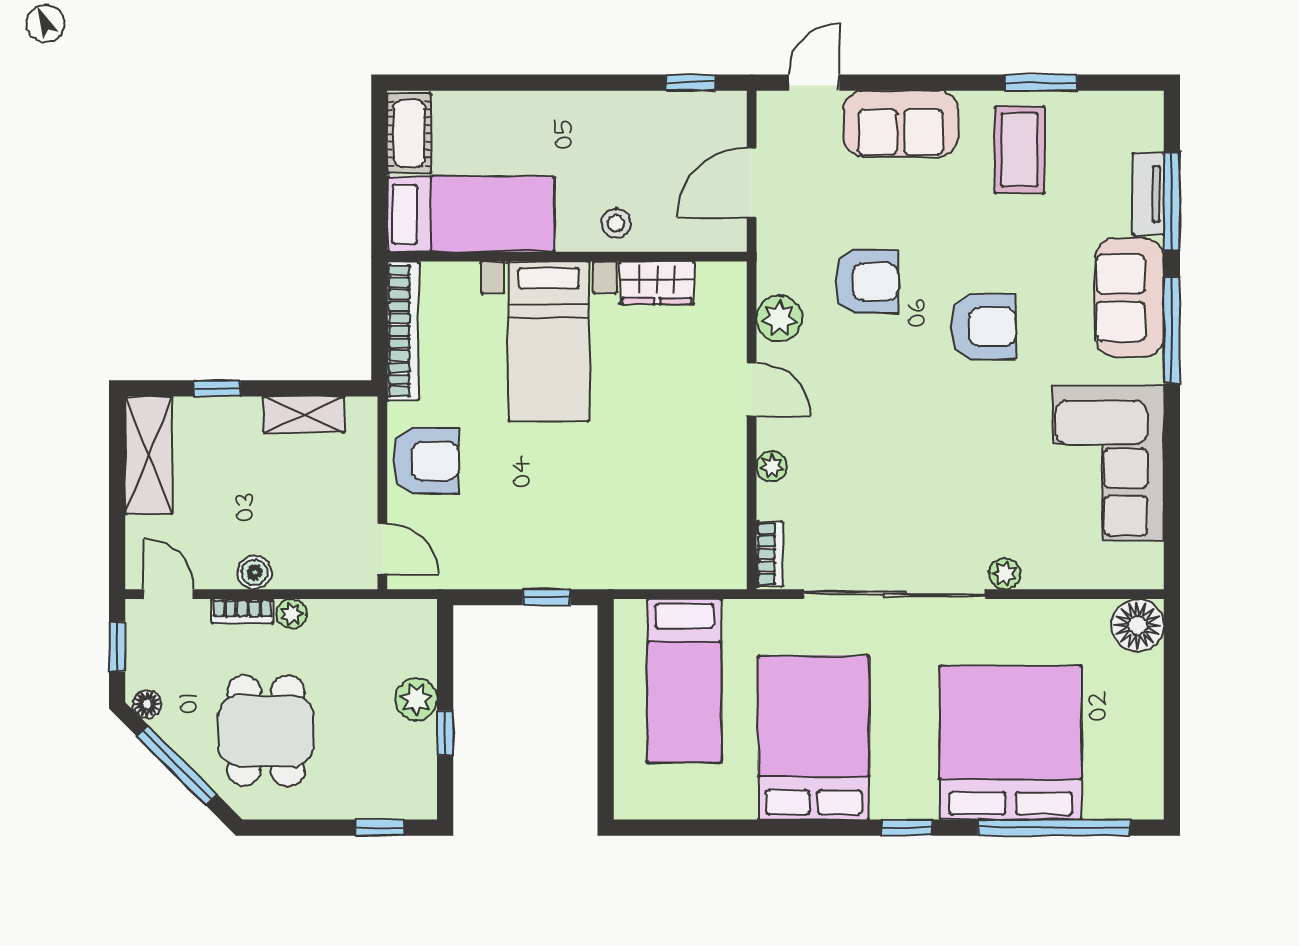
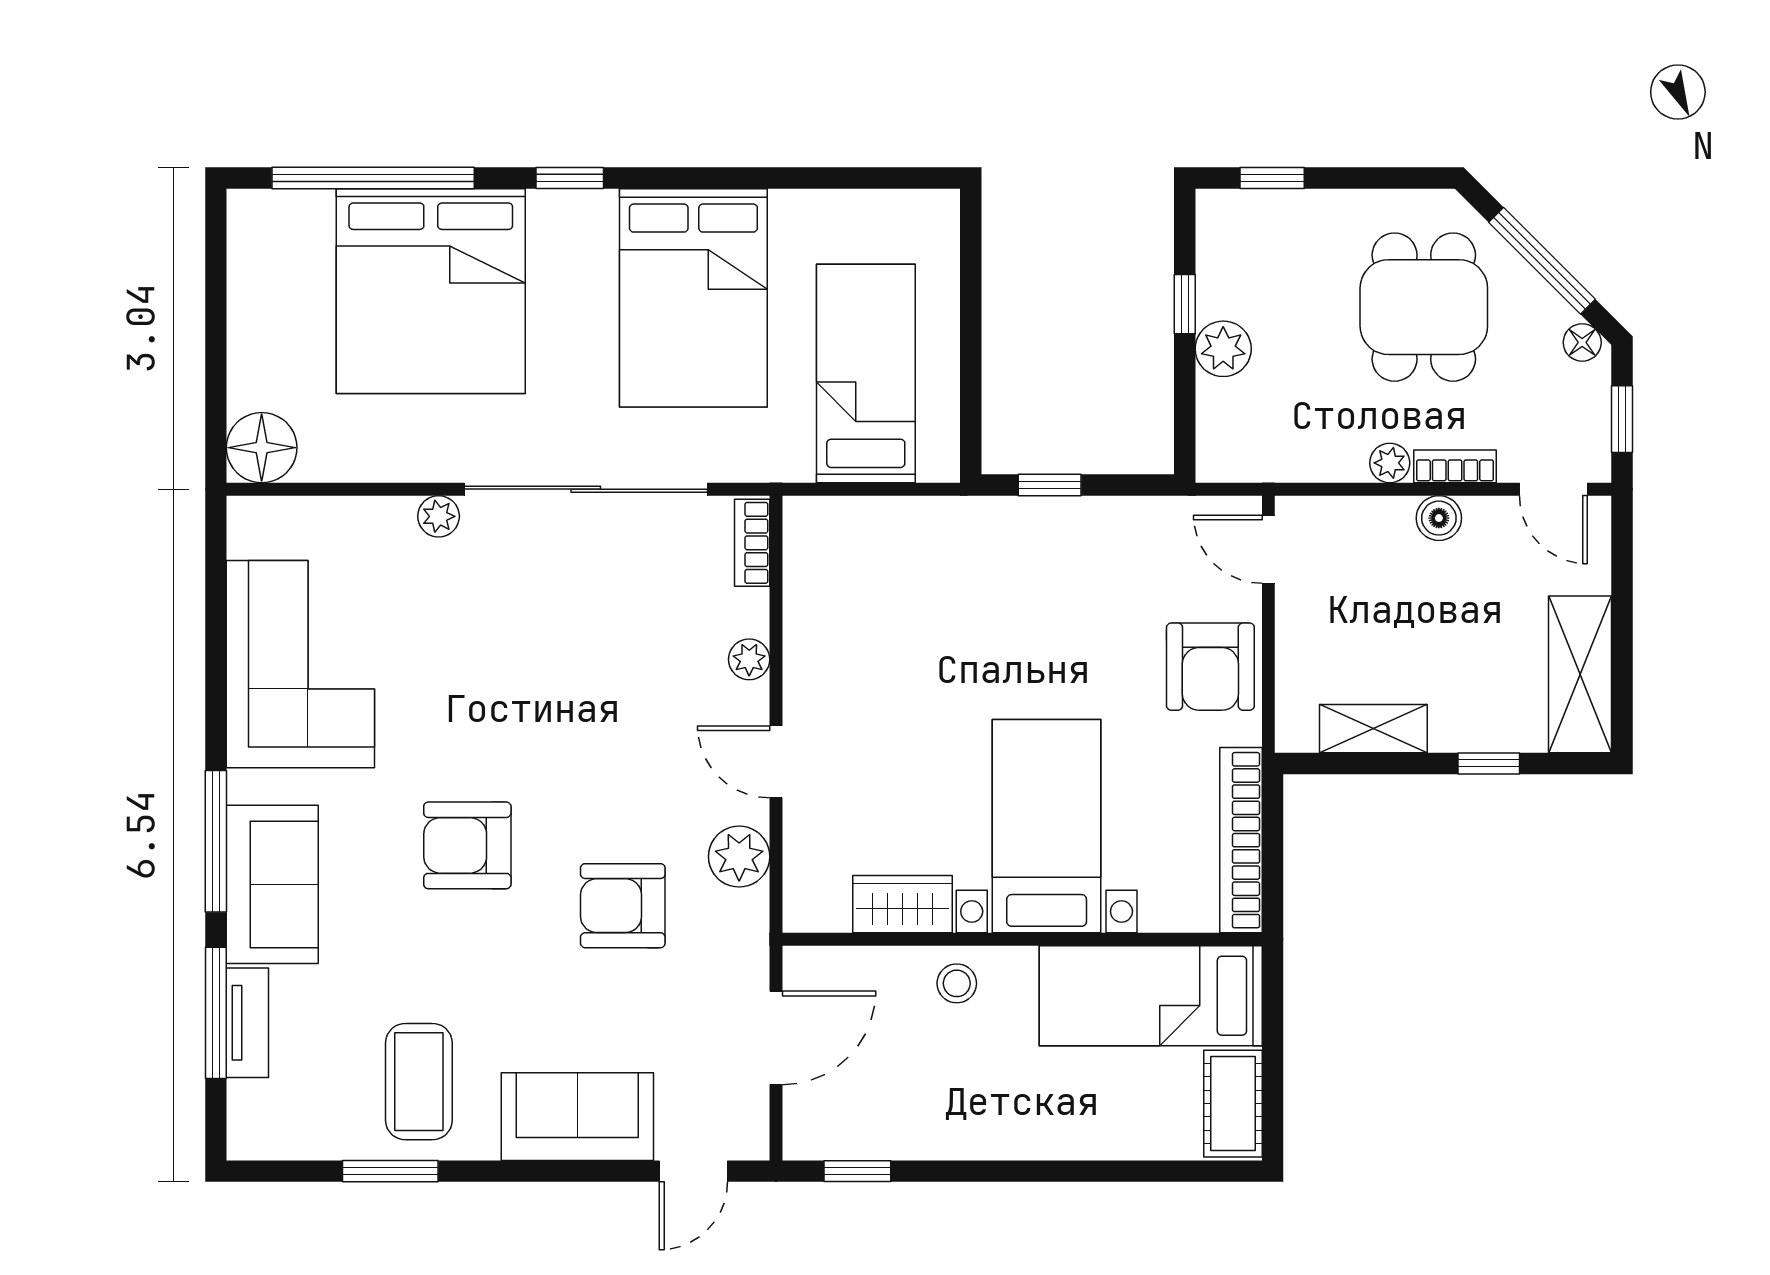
armchair: (426, 461) -> (1210, 667), turned -90

